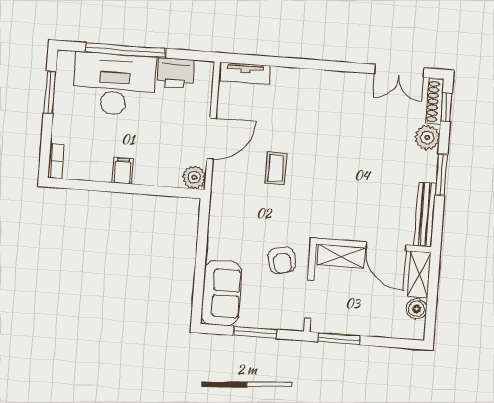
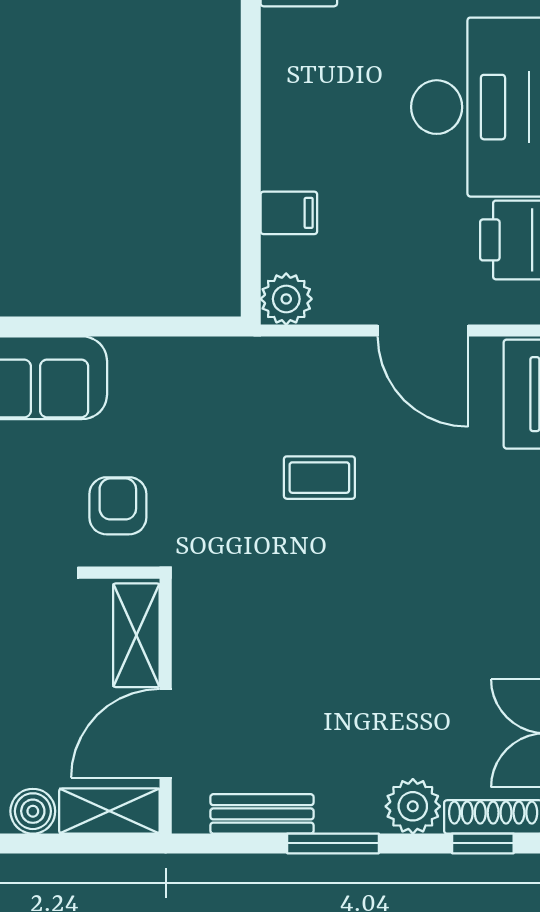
door: (211, 138) -> (423, 330), moved
filing cabinet: (123, 171) -> (289, 213), moved
bench: (425, 214) -> (262, 814), width x0.73
armchair: (282, 260) -> (118, 506), turned 104

